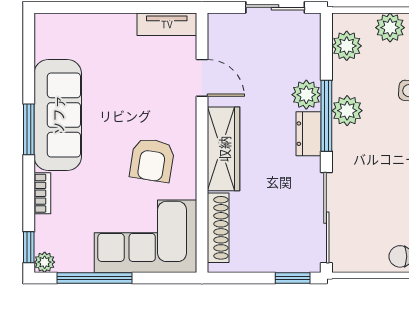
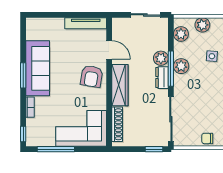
tv unit: (167, 24) -> (86, 23), width x1.41
armchair: (152, 160) -> (92, 76), moved
plant: (45, 262) -> (31, 141), removed

